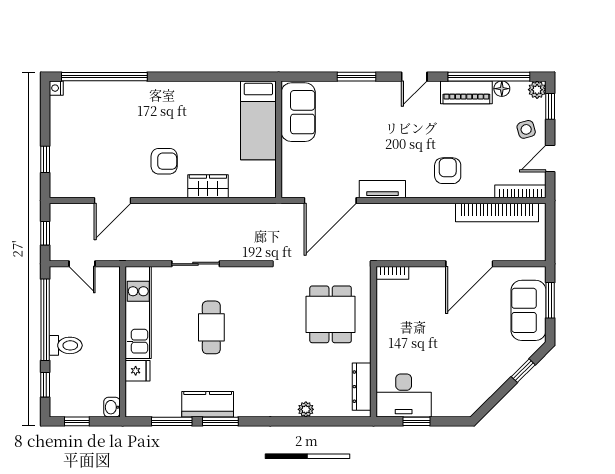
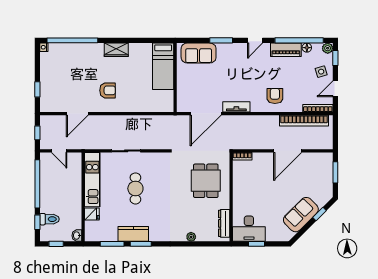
sofa: (298, 112) -> (199, 53), moved, turned 90
wardrobe: (208, 186) -> (116, 50), moved, turned 180
sofa: (529, 310) -> (301, 215), moved, turned 45
toilet: (66, 345) -> (50, 219), moved

